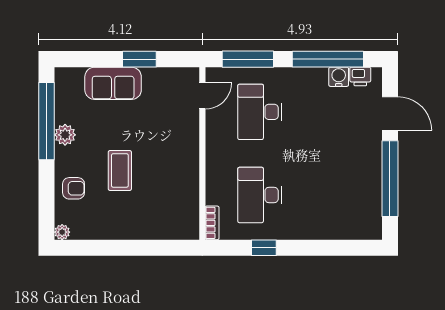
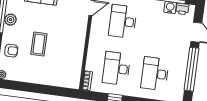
desk: (328, 195) -> (155, 74), added

